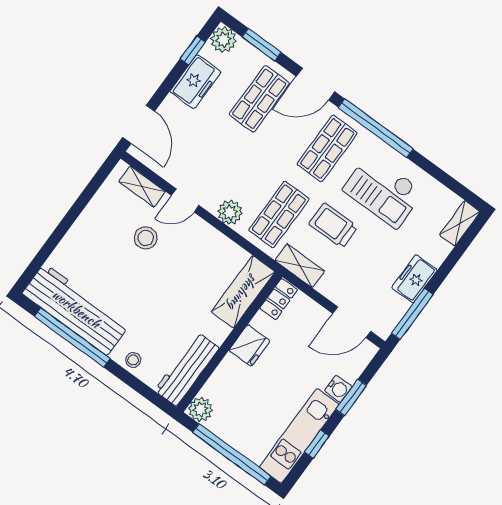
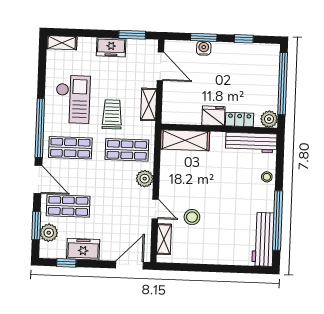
plant: (223, 40) -> (49, 233), moved
trolley: (333, 225) -> (112, 114), turned 180
shelving: (300, 266) -> (149, 104), moved
locker: (279, 299) -> (240, 119), moved
workbench: (76, 309) -> (263, 239), width x0.73, depth x0.76
window: (412, 314) -> (132, 35), width x0.69
kitchen unit: (299, 436) -> (246, 52), removed

